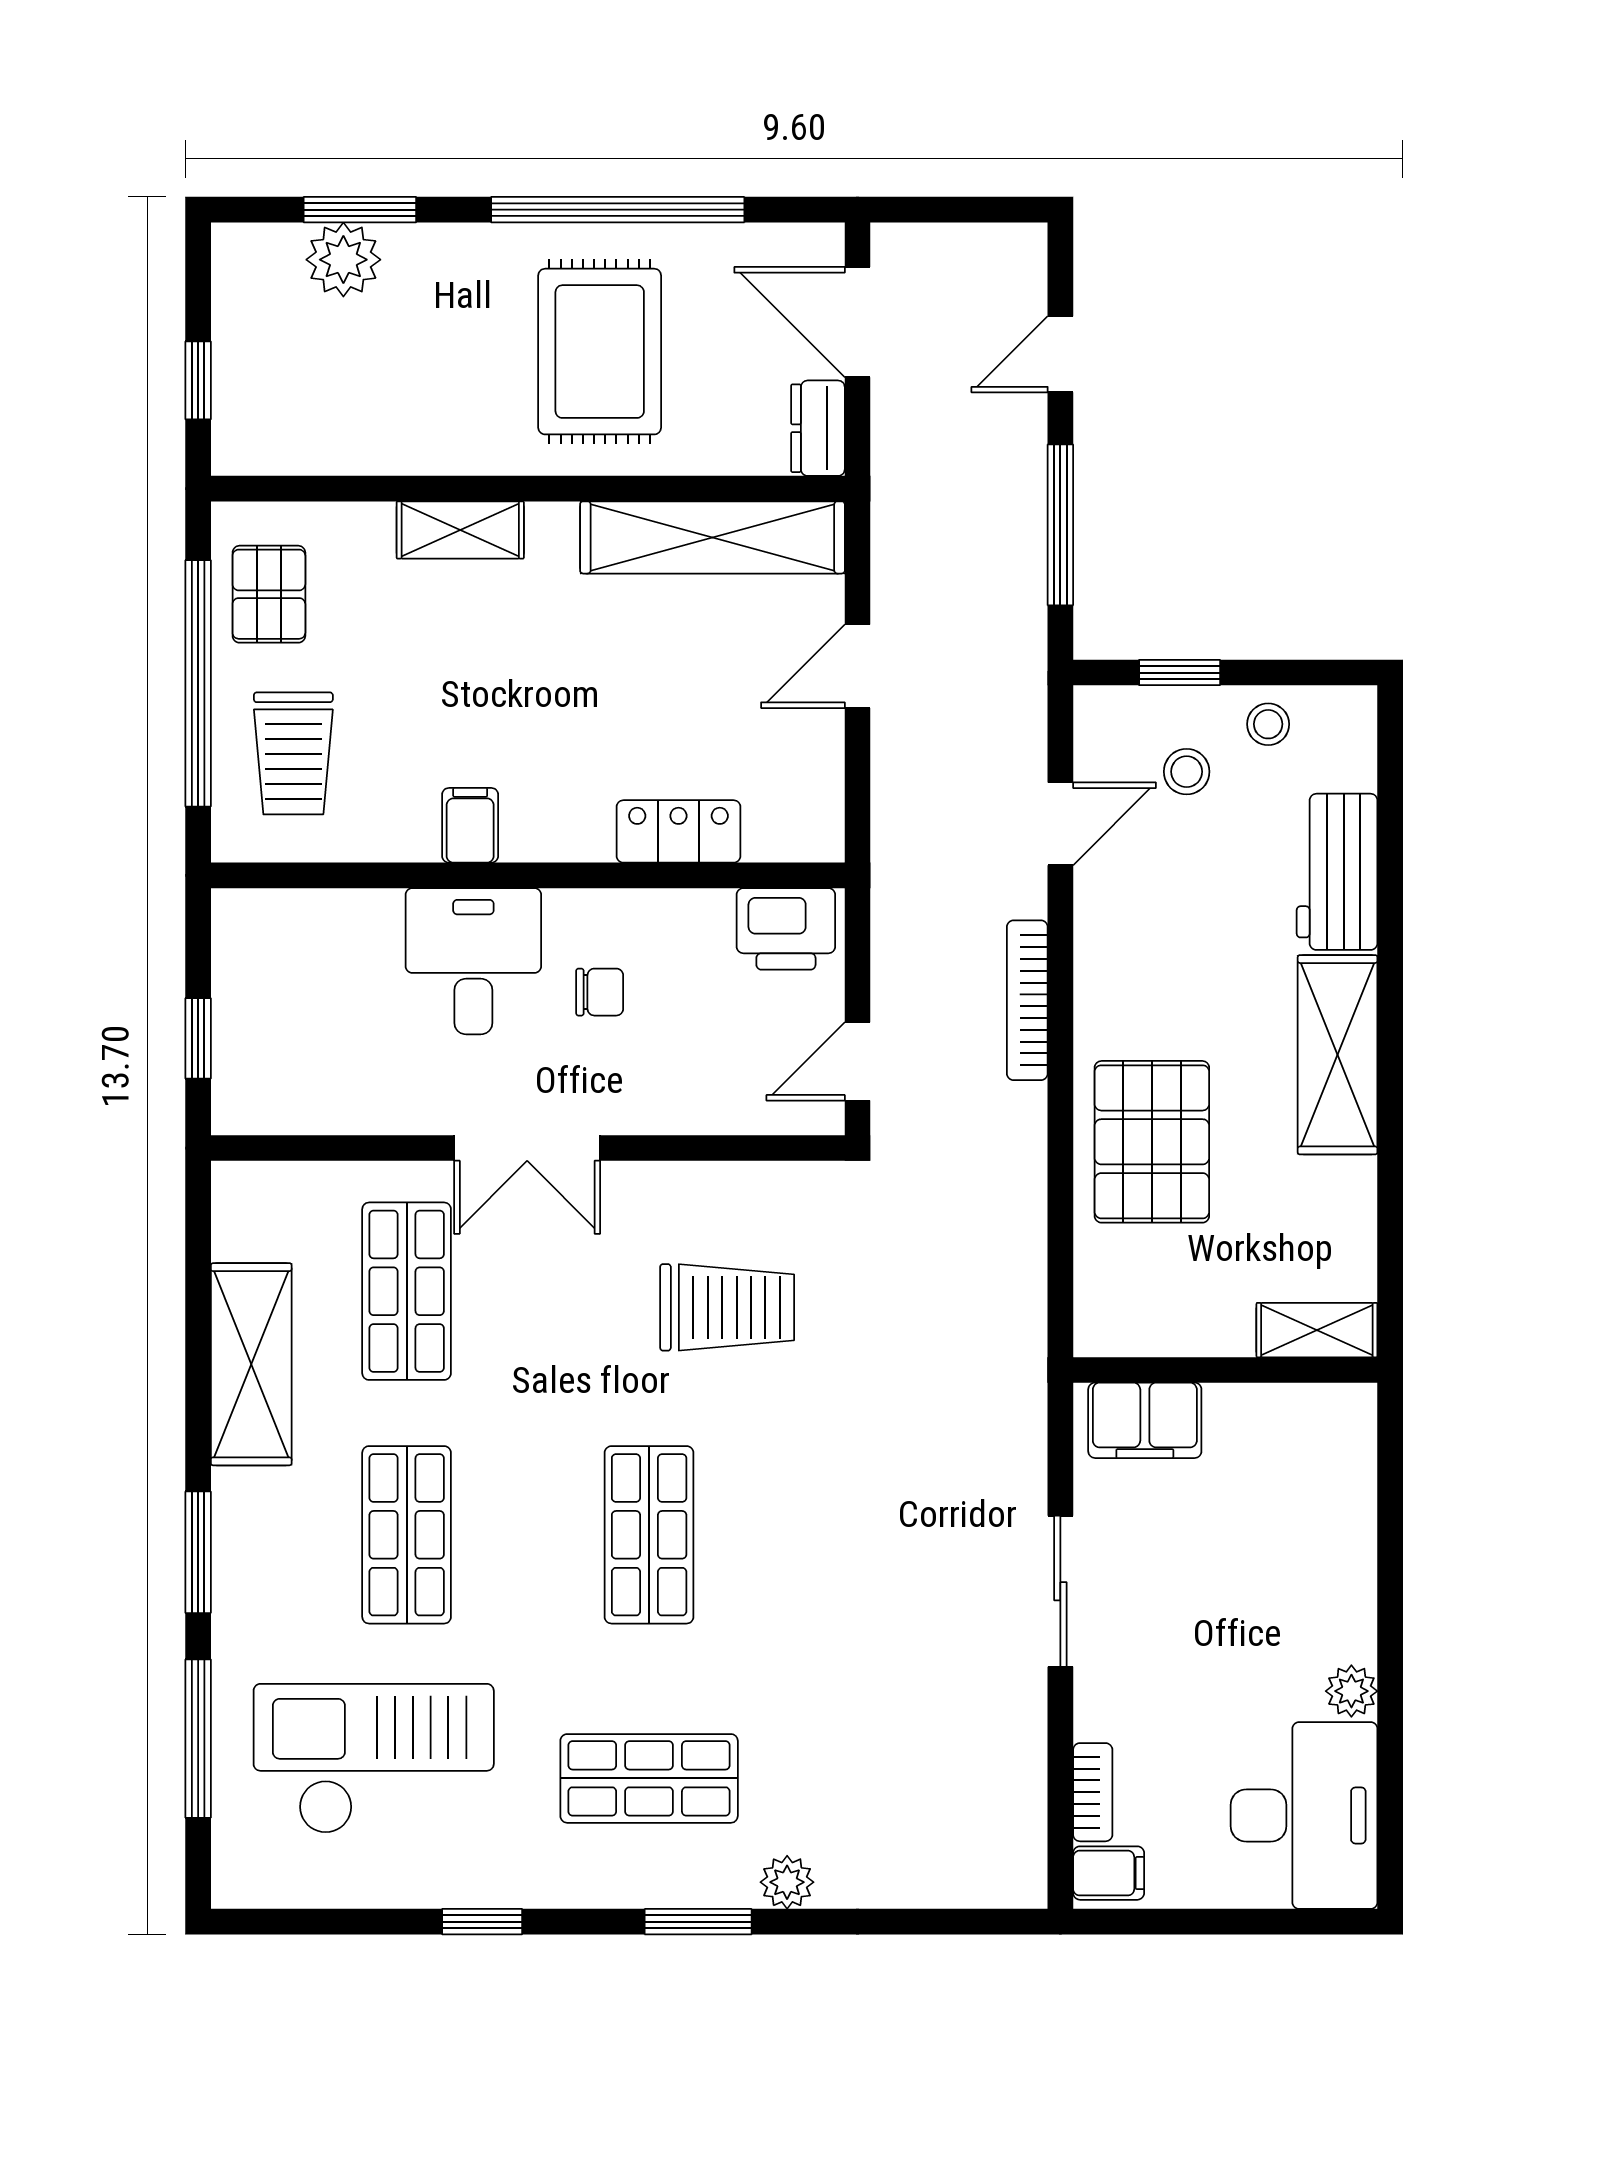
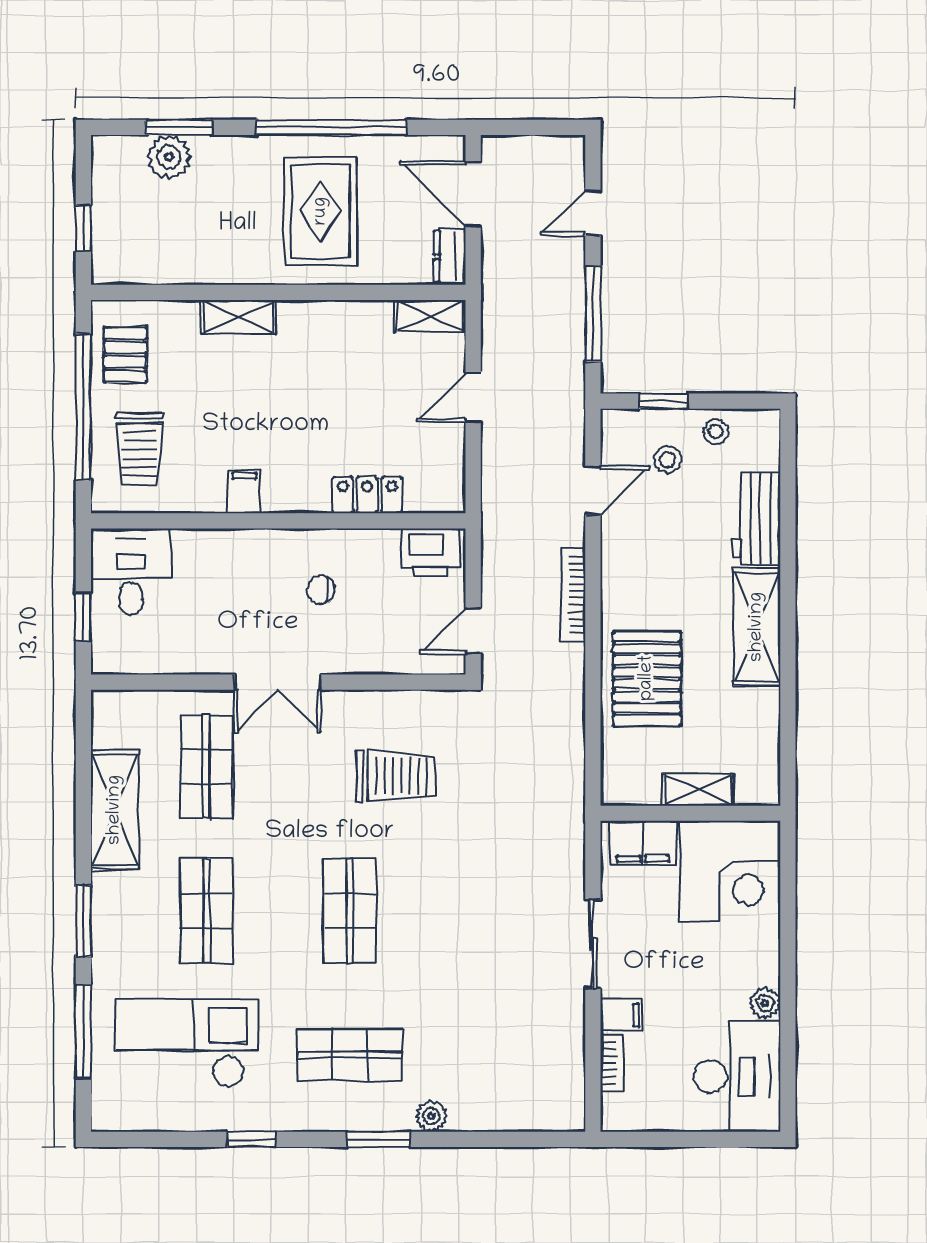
shelving: (712, 537) -> (430, 316), width x0.45, depth x0.75
desk: (473, 961) -> (131, 572), moved
chair: (600, 992) -> (321, 590), turned 180
shelving: (1317, 1330) -> (698, 790), moved
corner desk: (1292, 1468) -> (730, 871), added
filing cabinet: (1109, 1873) -> (621, 1015), moved

